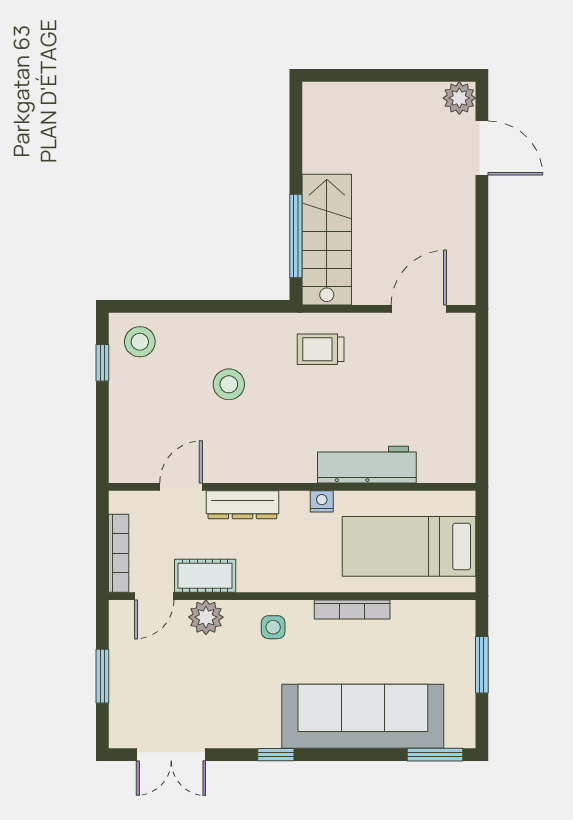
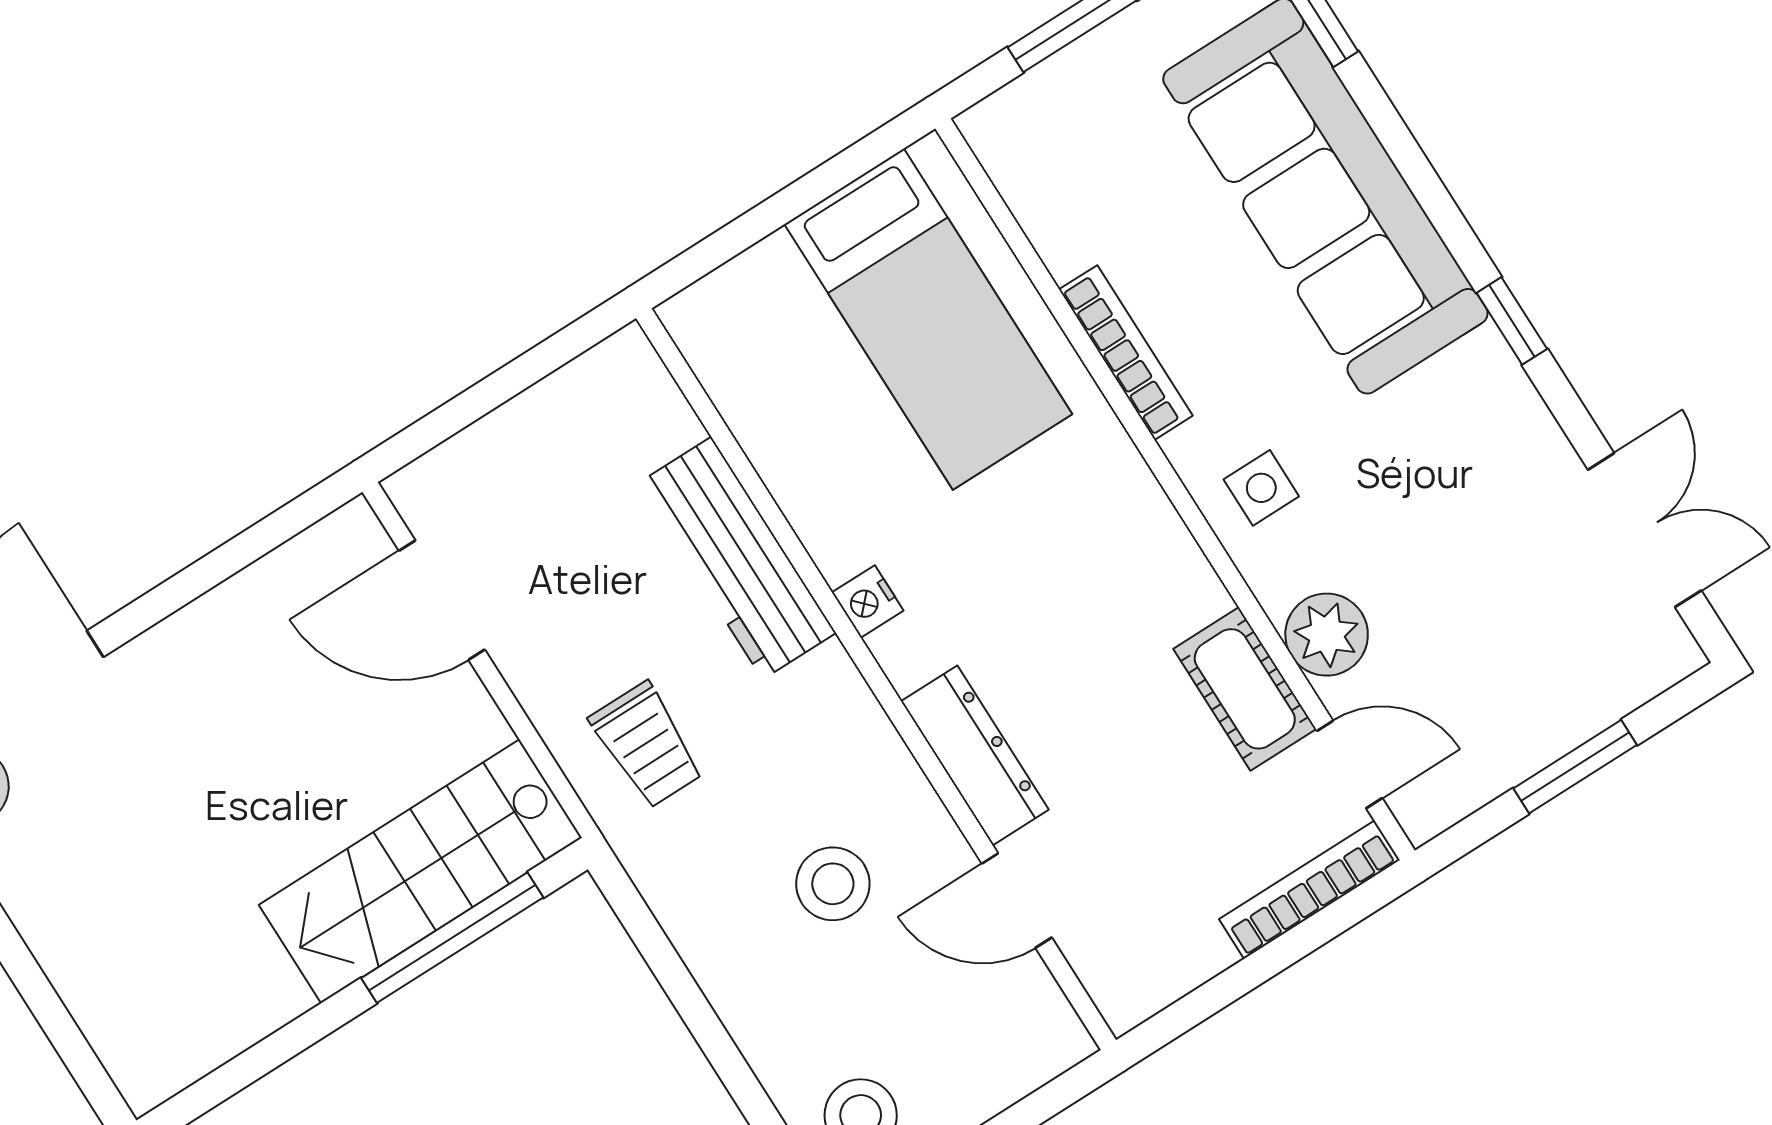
workbench: (367, 465) -> (737, 558), moved
door: (181, 487) -> (1017, 901), moved
wall: (292, 487) -> (876, 679), moved
nightstand: (322, 501) -> (868, 602), moved
dresser: (242, 505) -> (975, 755), moved

